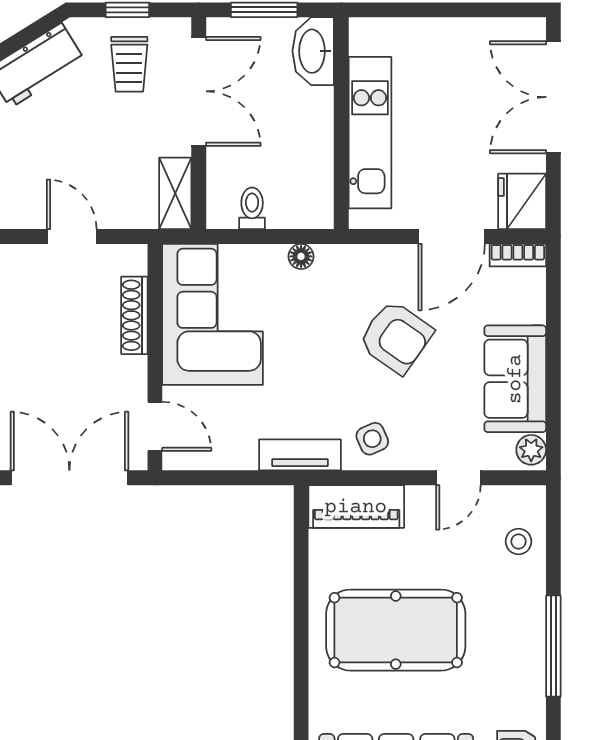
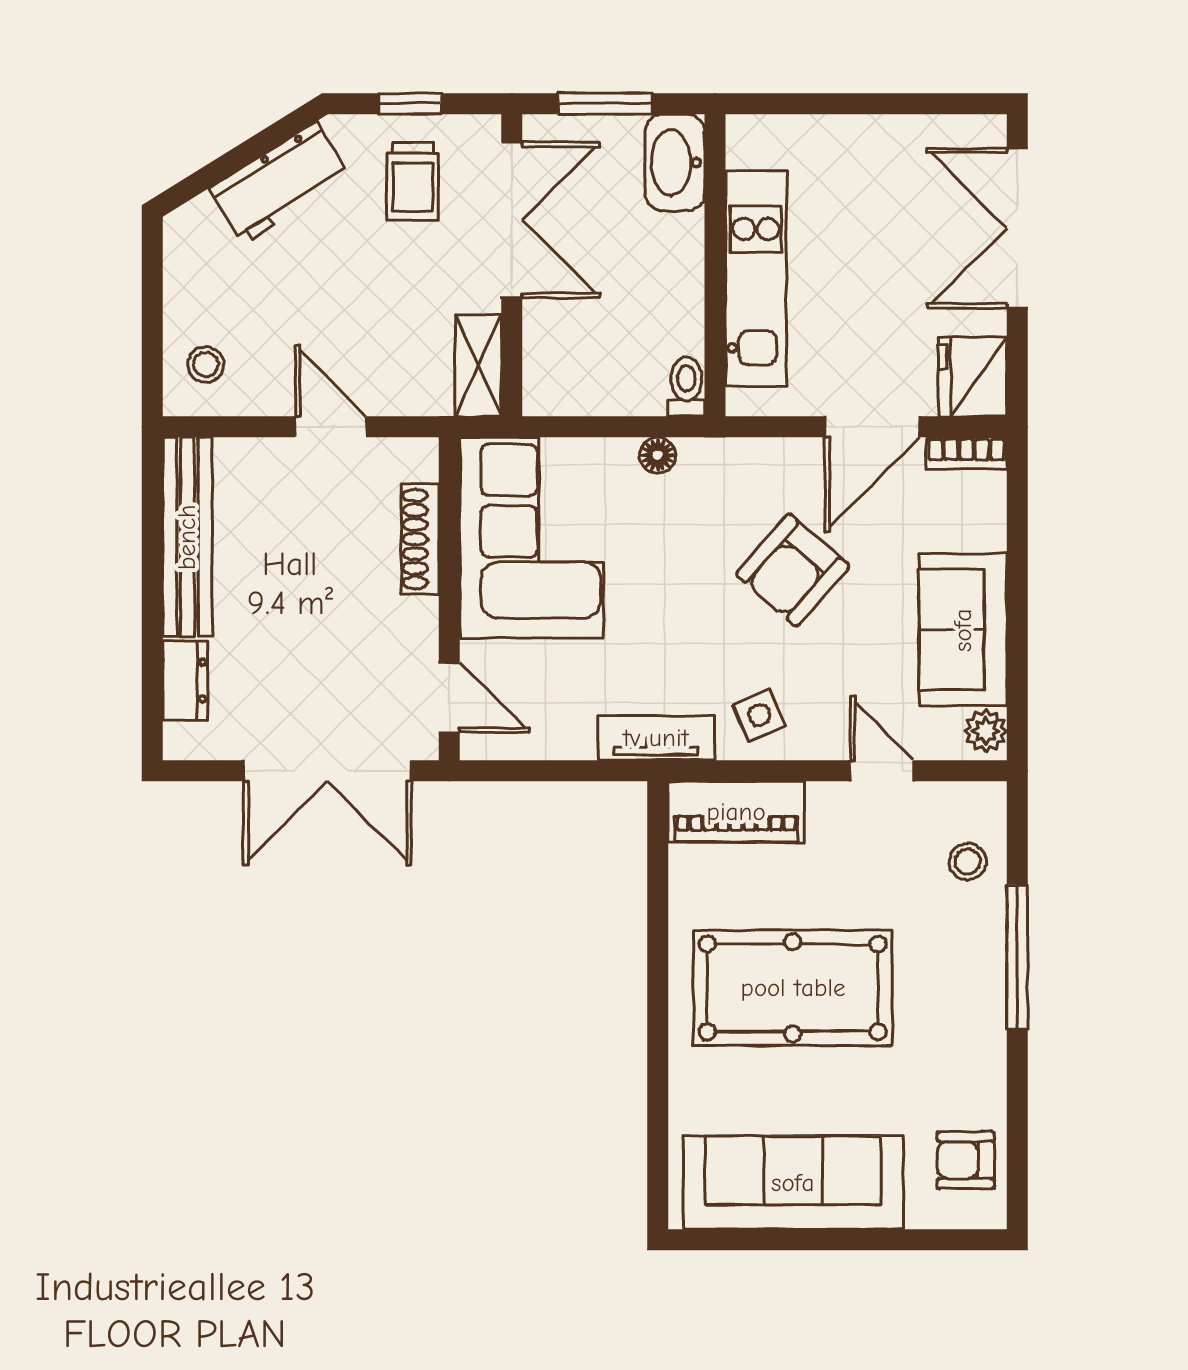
toilet: (252, 208) -> (686, 387), moved
armchair: (396, 337) -> (793, 570), turned 96
double door: (69, 478) -> (327, 771), swing flipped
door: (458, 478) -> (882, 771), swing flipped
window: (553, 646) -> (1017, 957), moved

